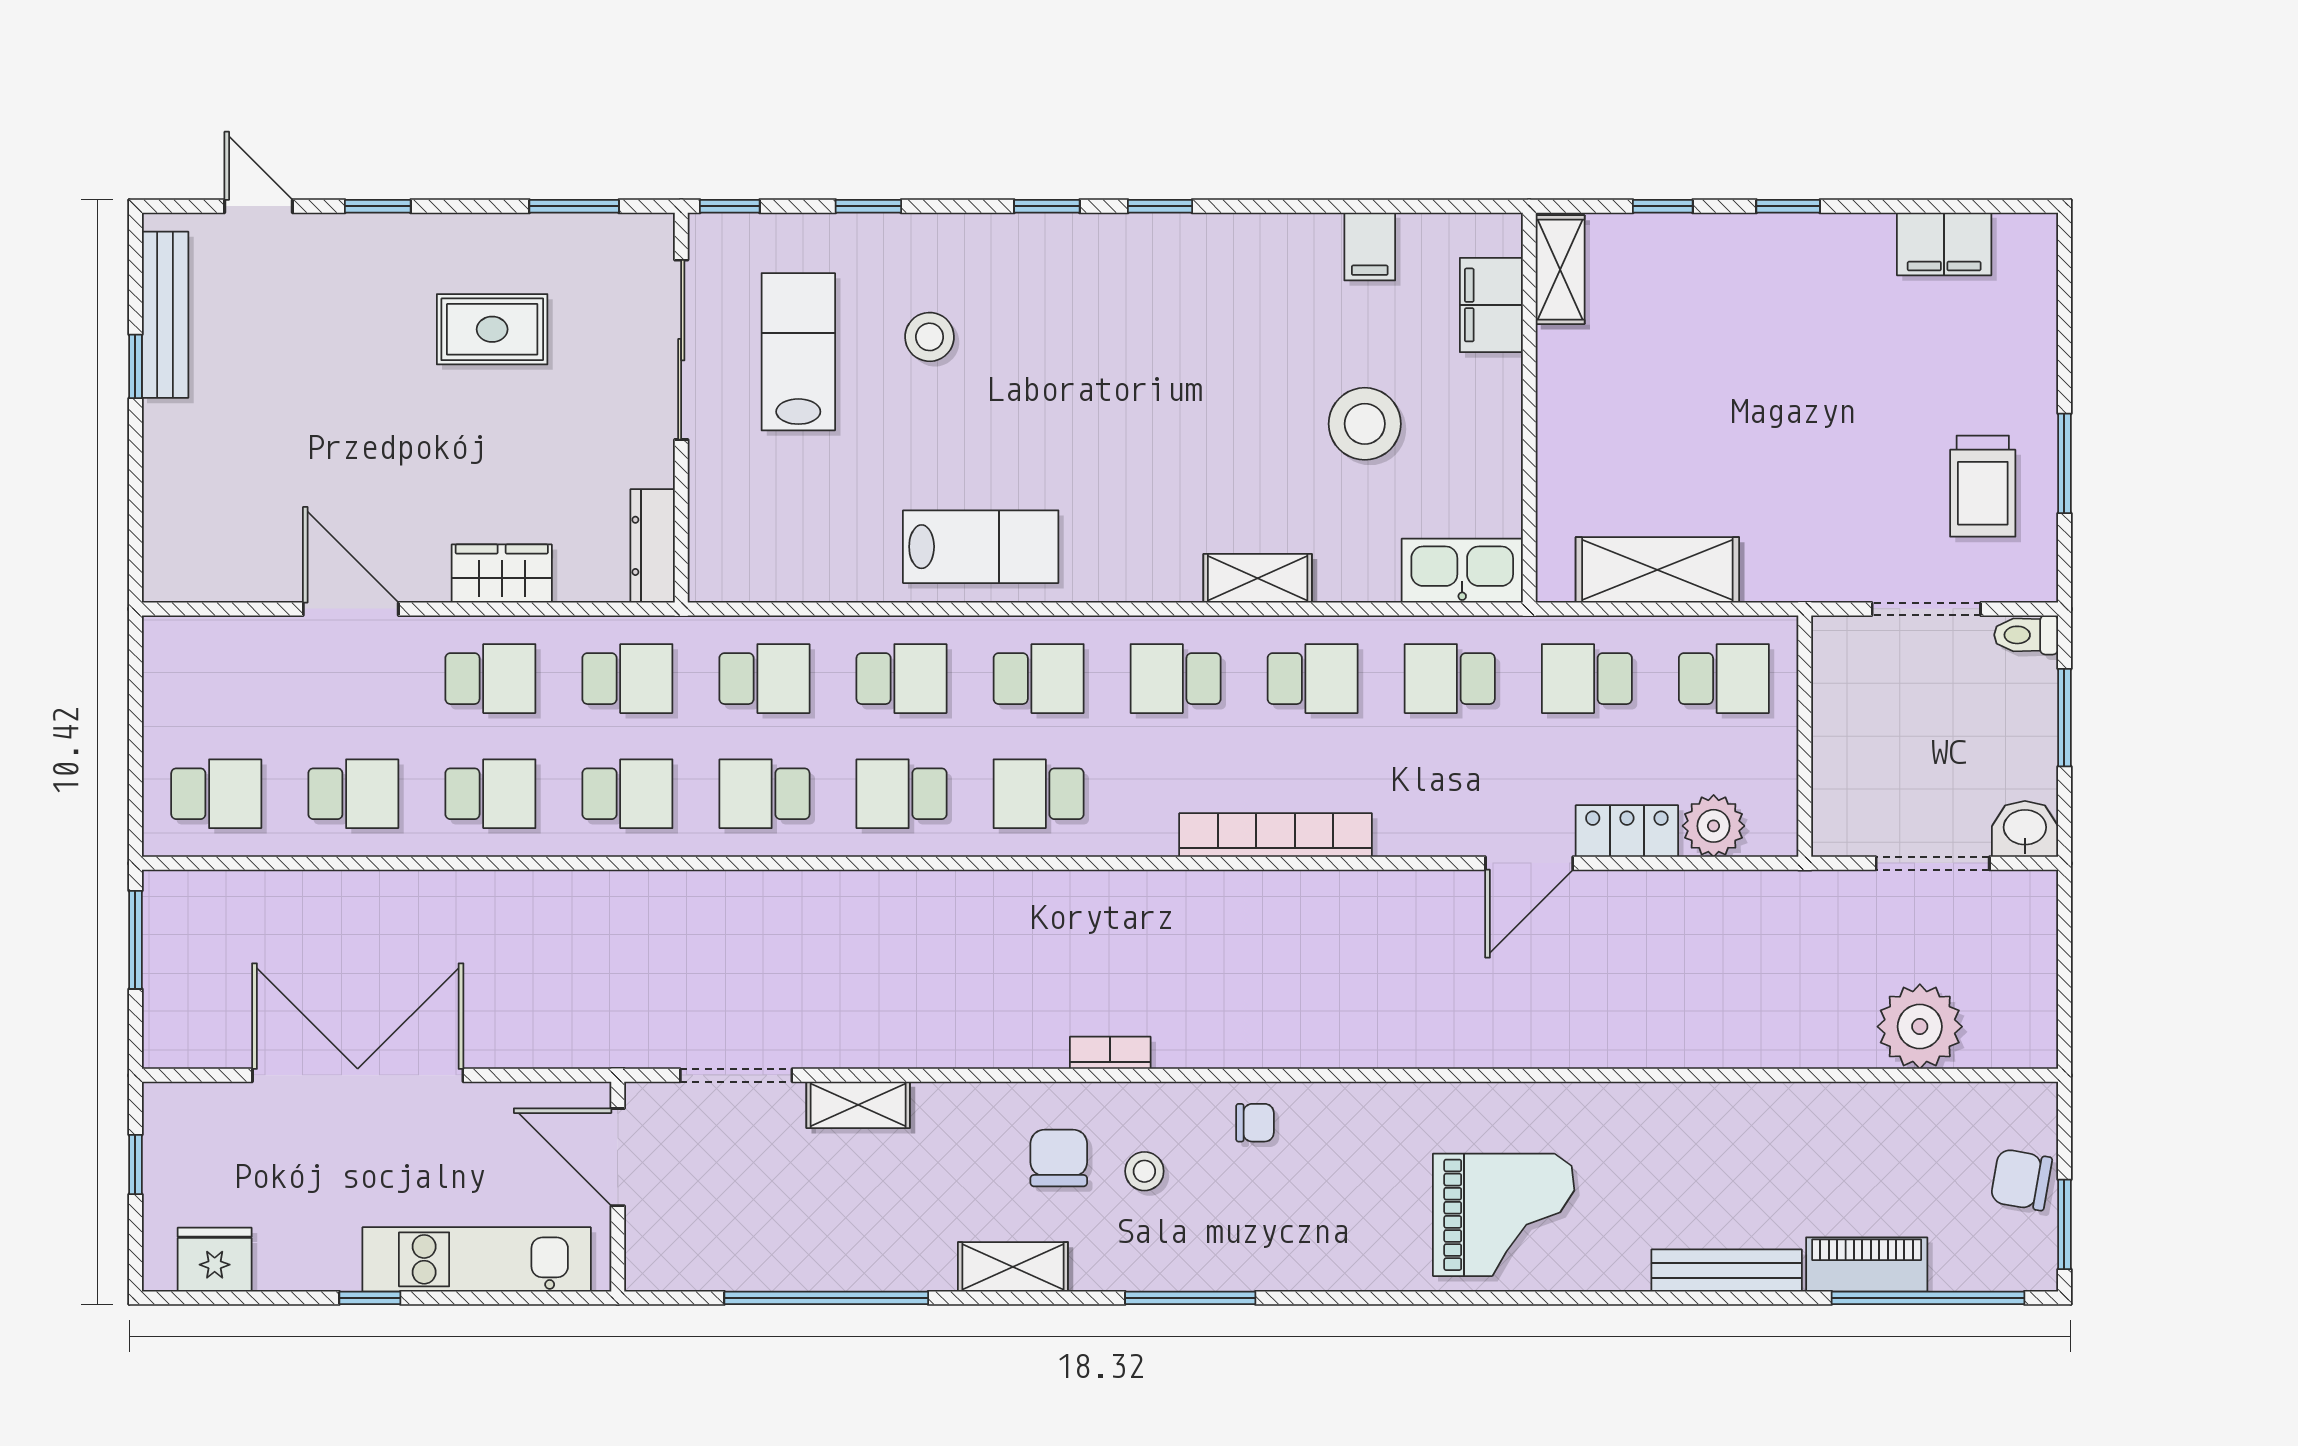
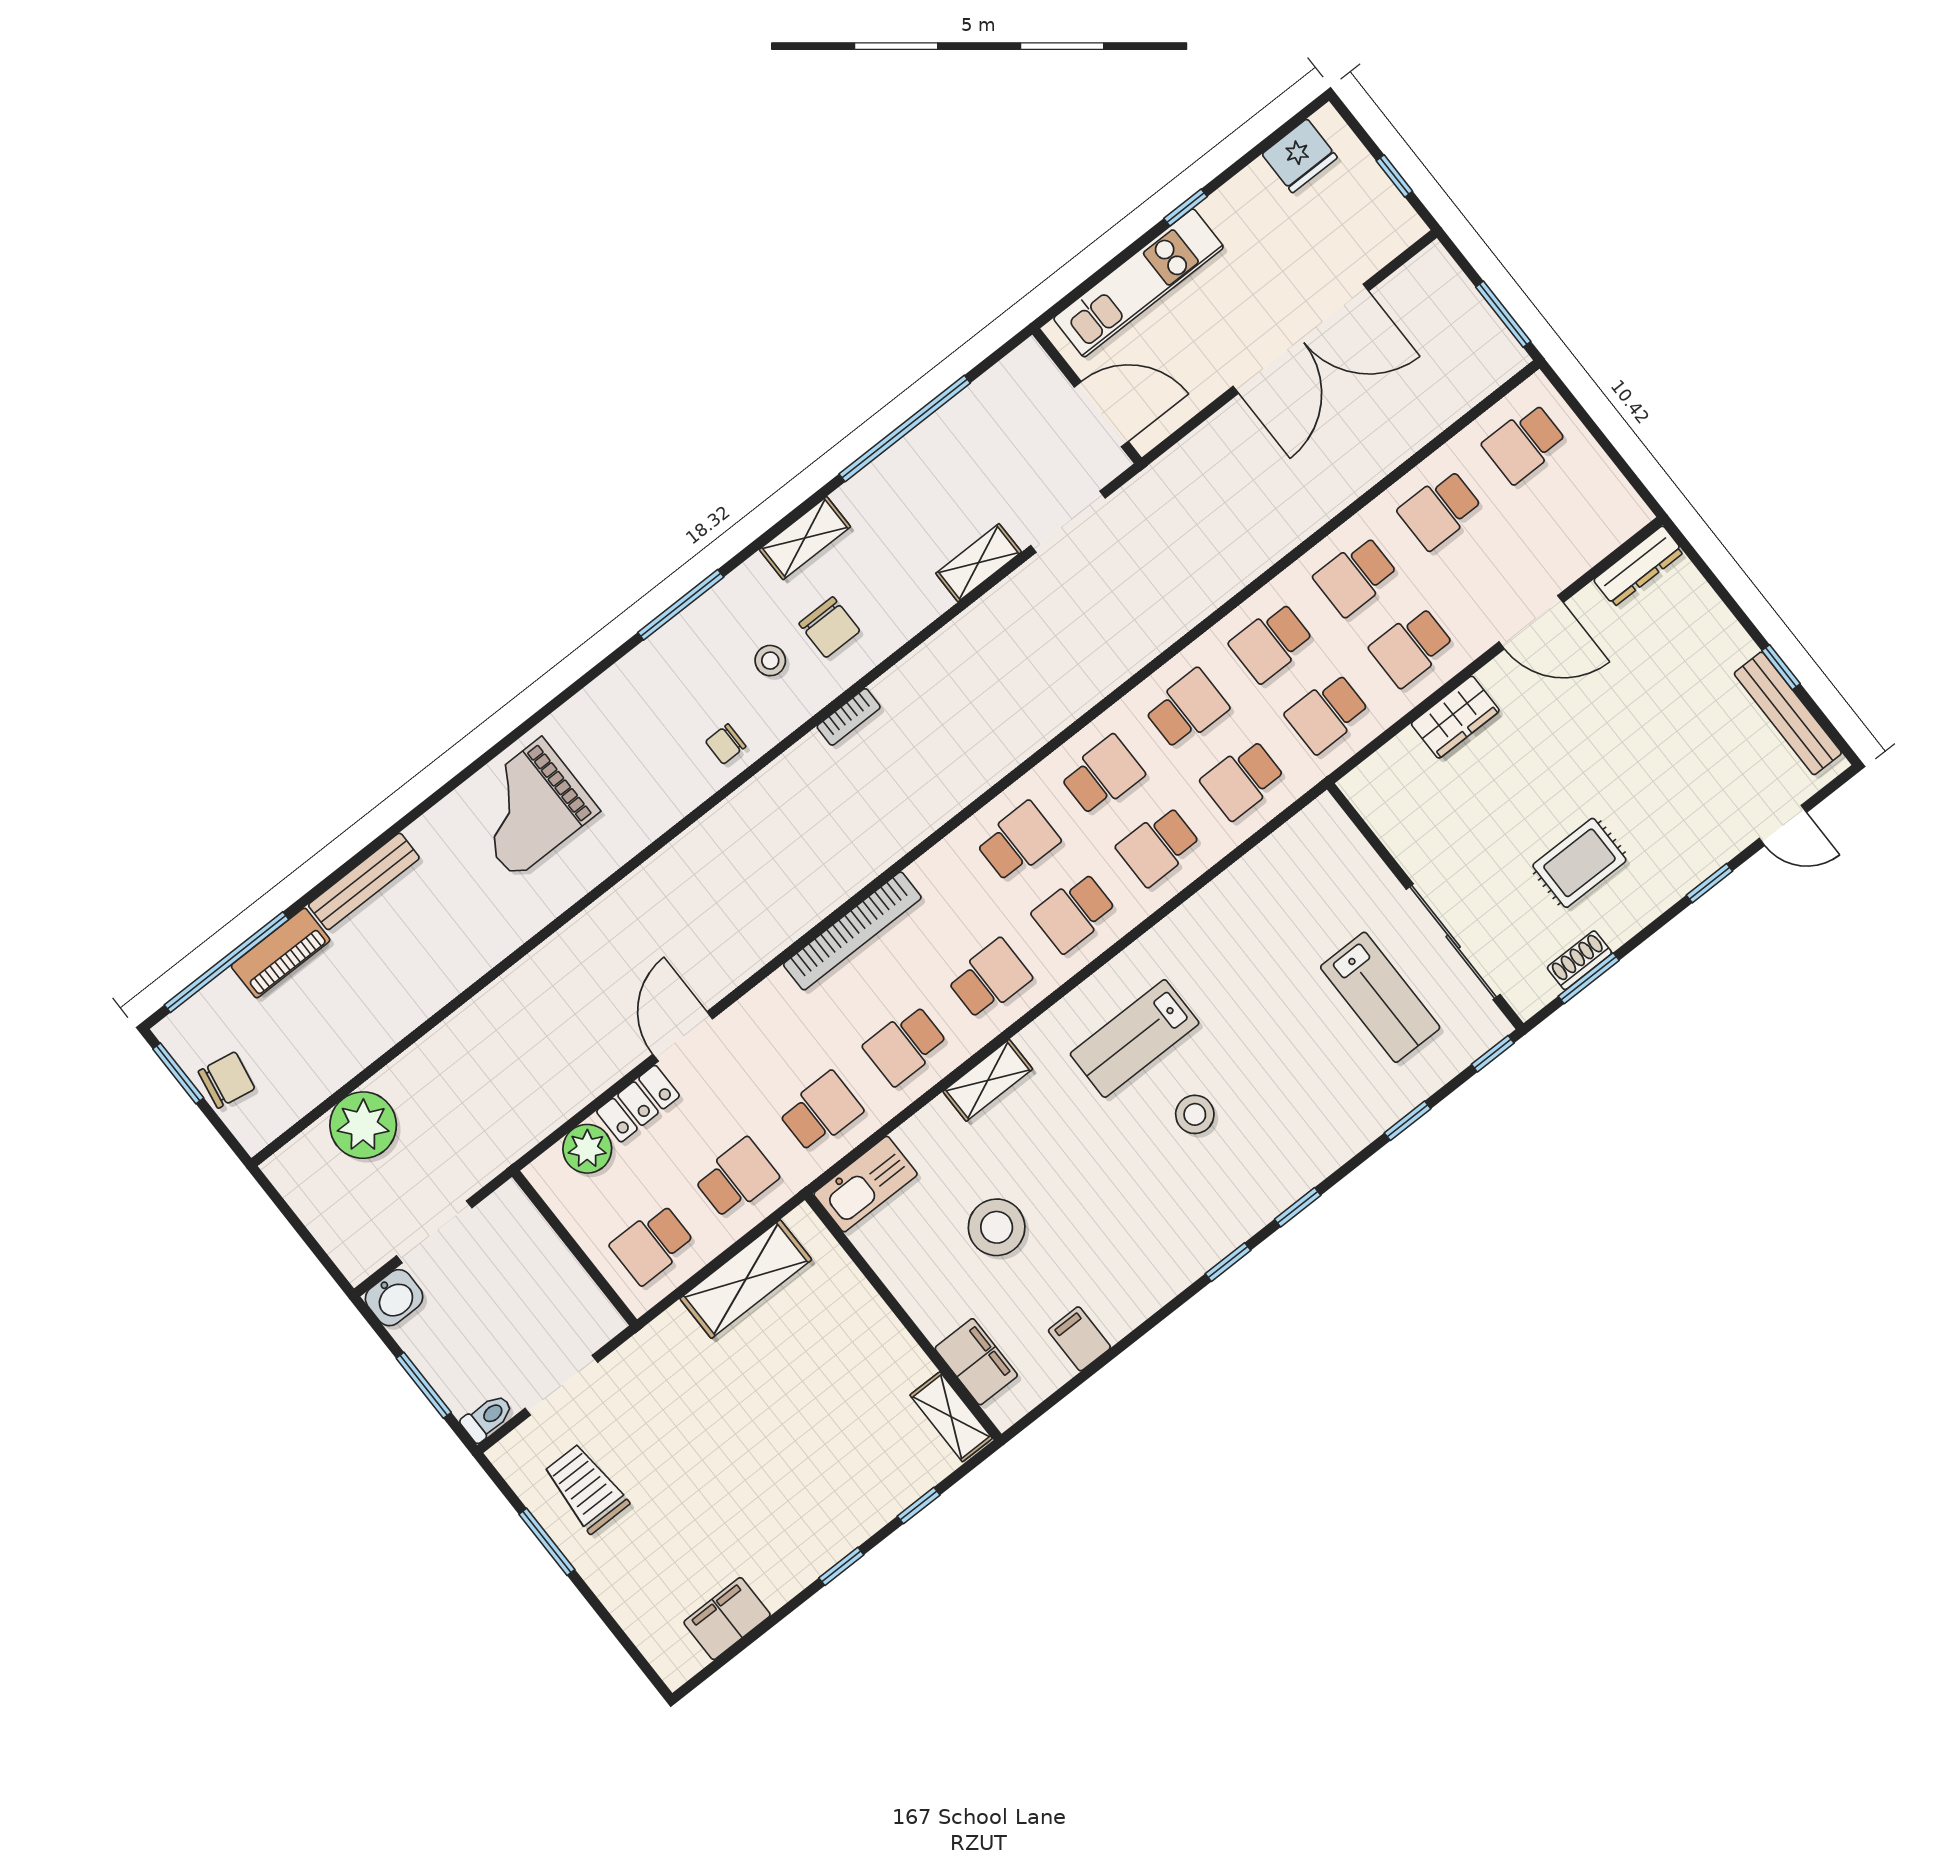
shoe rack: (569, 232) -> (1579, 960), added
stool: (930, 337) -> (1195, 1114), moved
dresser: (653, 546) -> (1639, 566), moved, turned 90
lab bench: (981, 547) -> (1135, 1038), moved

